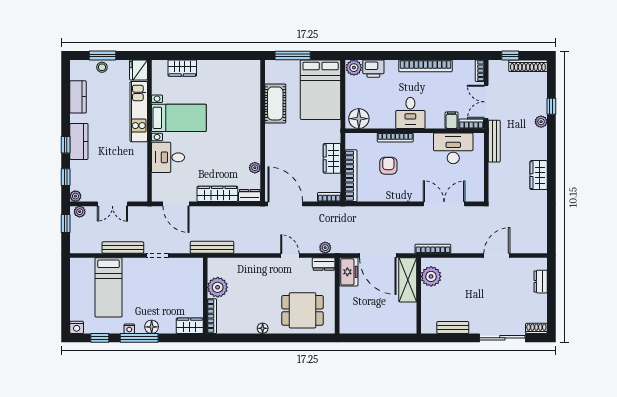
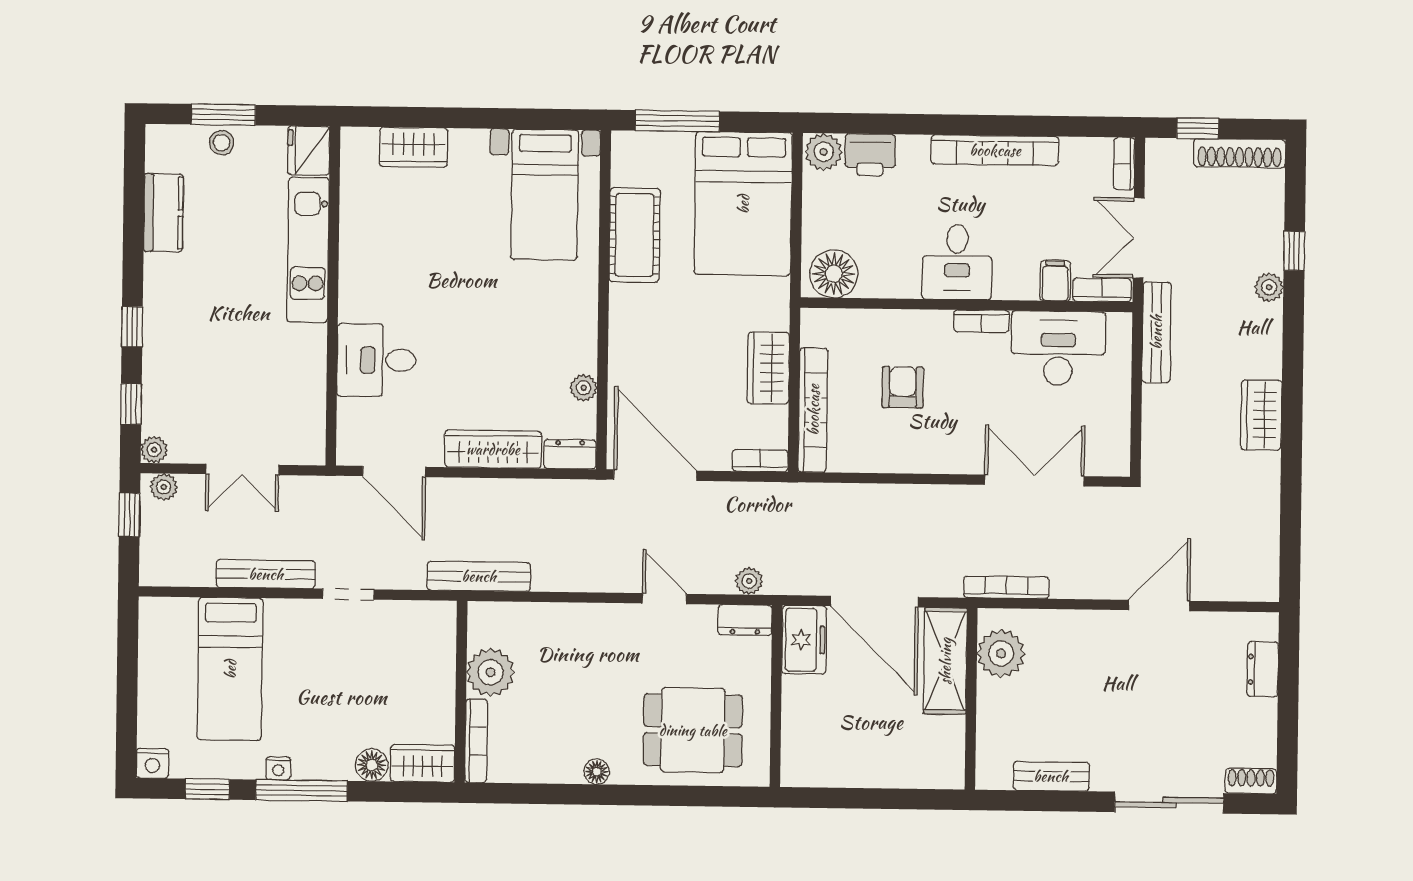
bed with nightstands: (179, 118) -> (545, 195), moved, turned 90
bookcase: (395, 138) -> (981, 321), moved, width x0.64
kitchen counter: (79, 141) -> (164, 319), removed
floor lamp: (152, 327) -> (372, 765), moved

